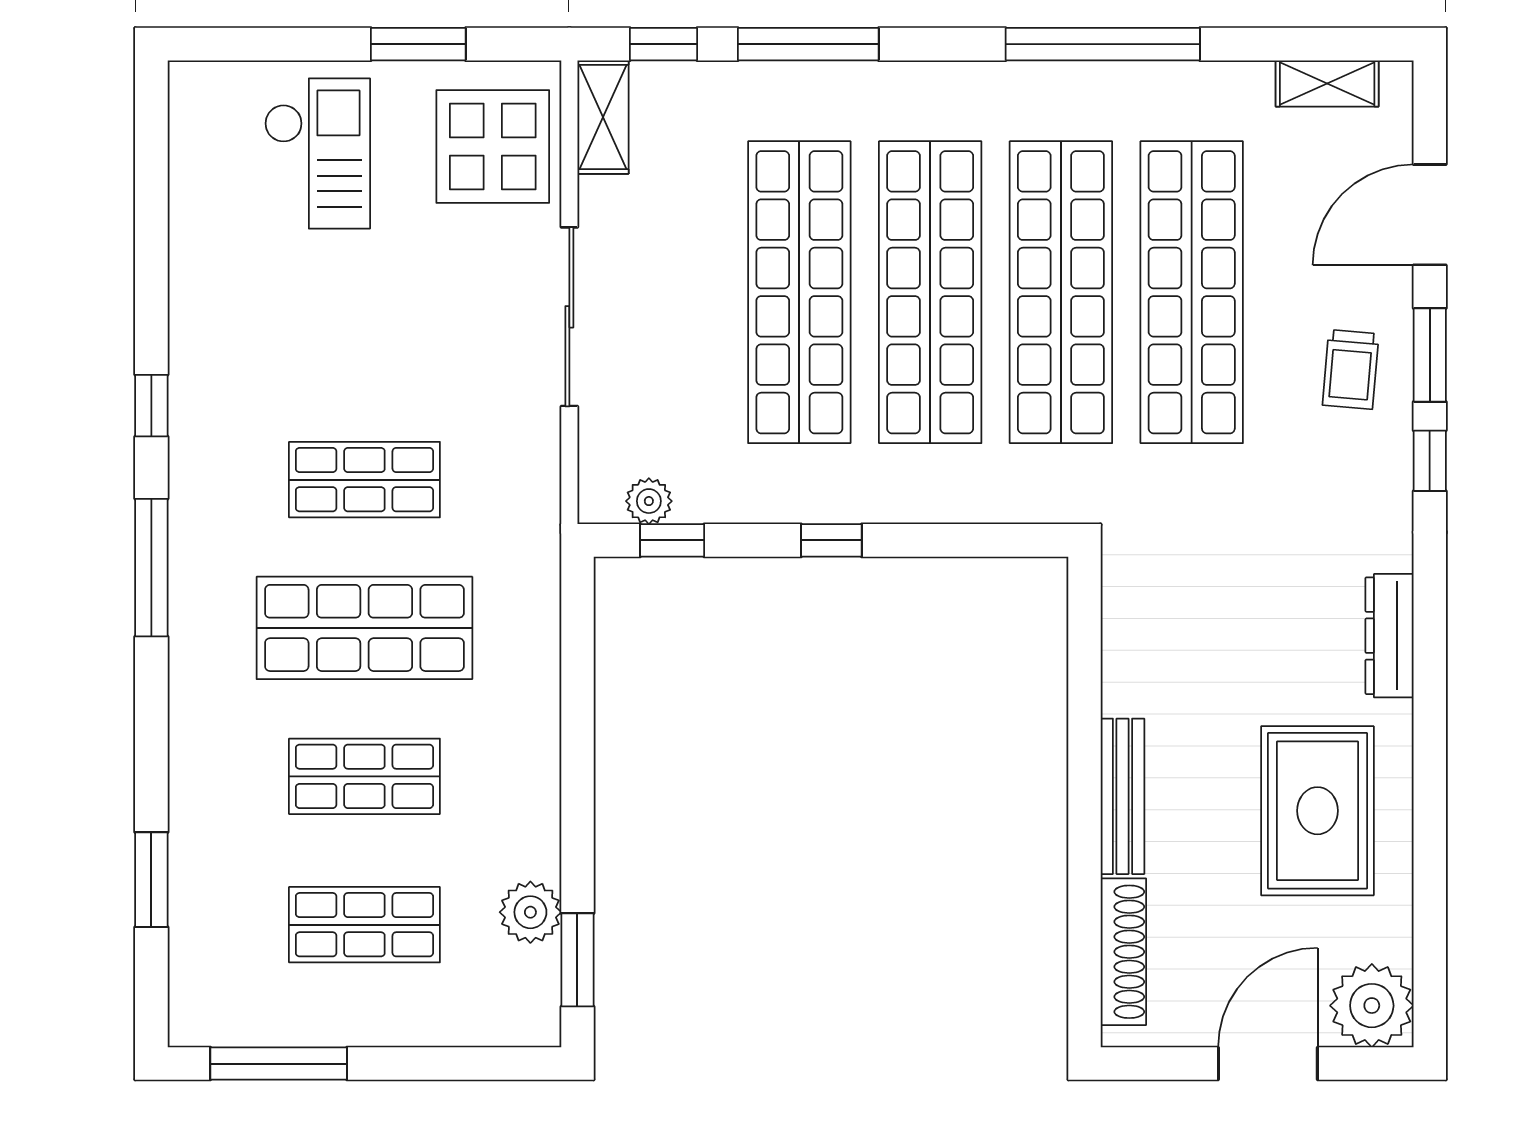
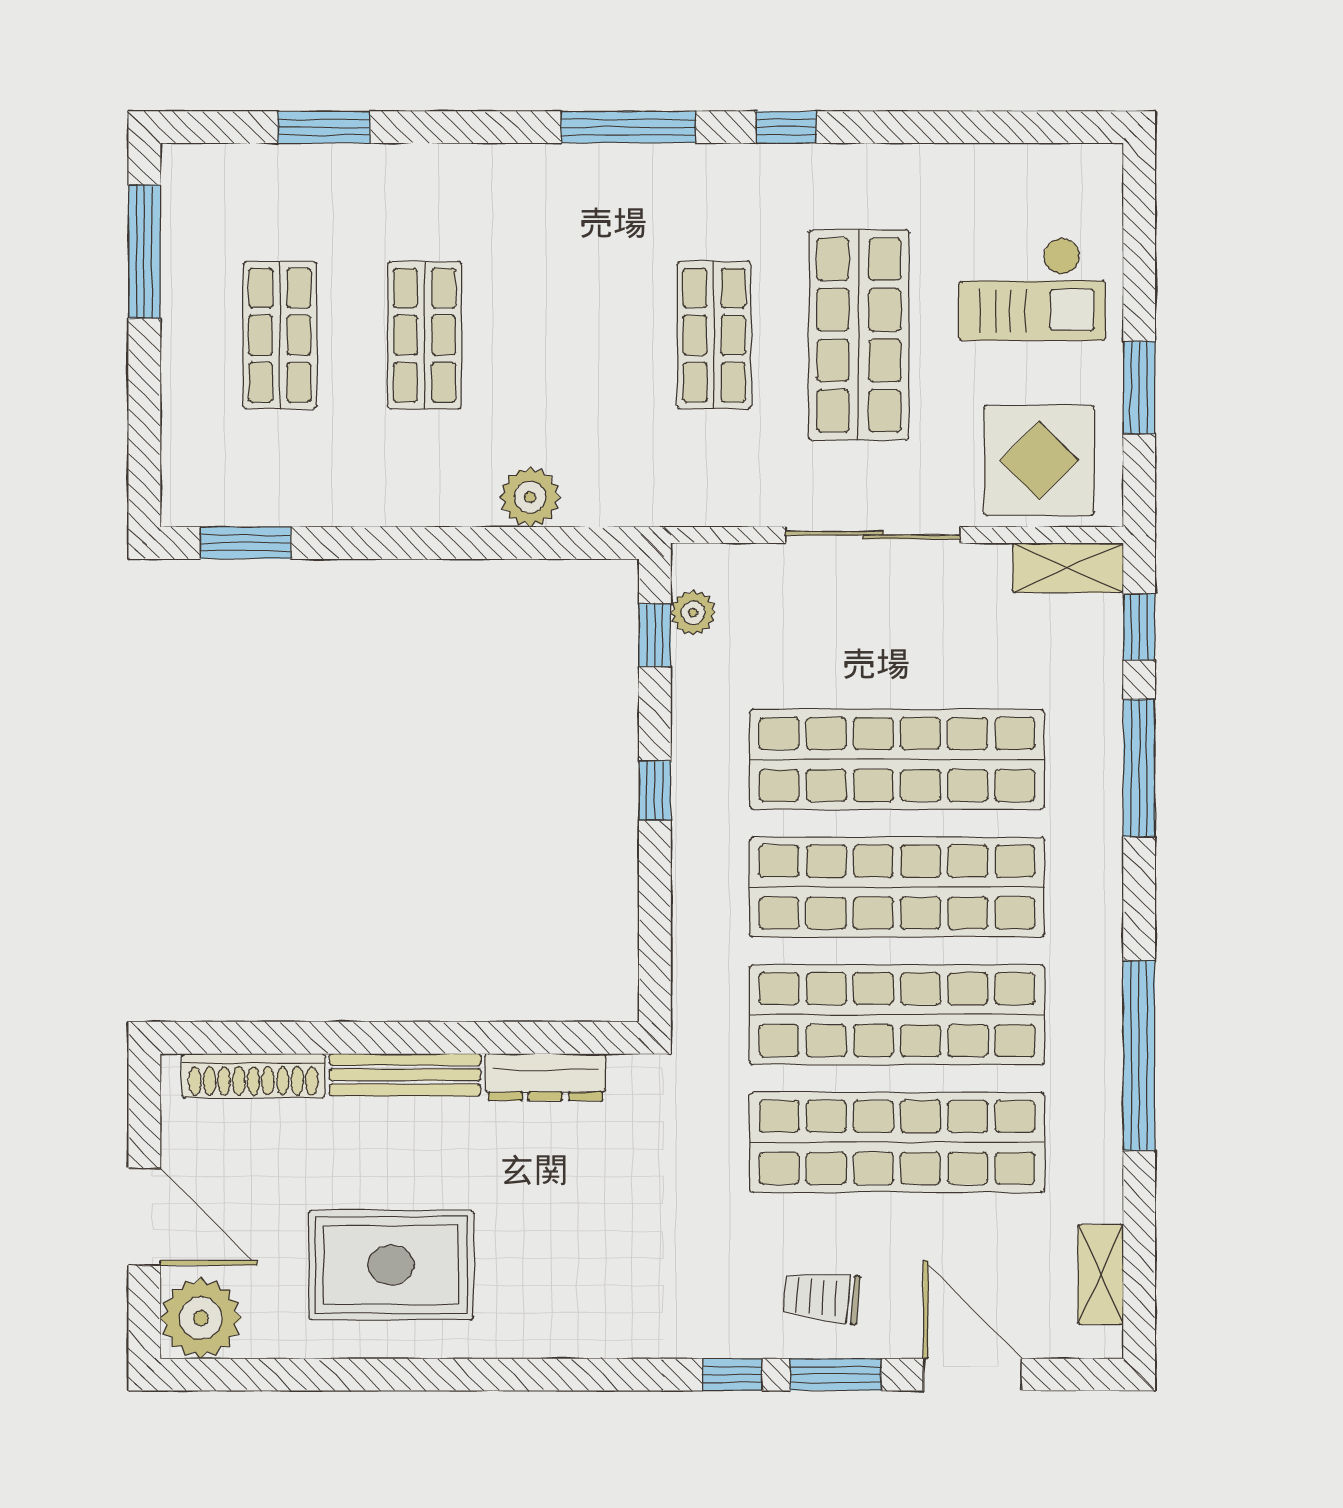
shop shelf: (364, 628) -> (859, 335), moved
dresser: (1389, 636) -> (545, 1077), moved, turned 180
plant: (530, 912) -> (530, 497), moved

